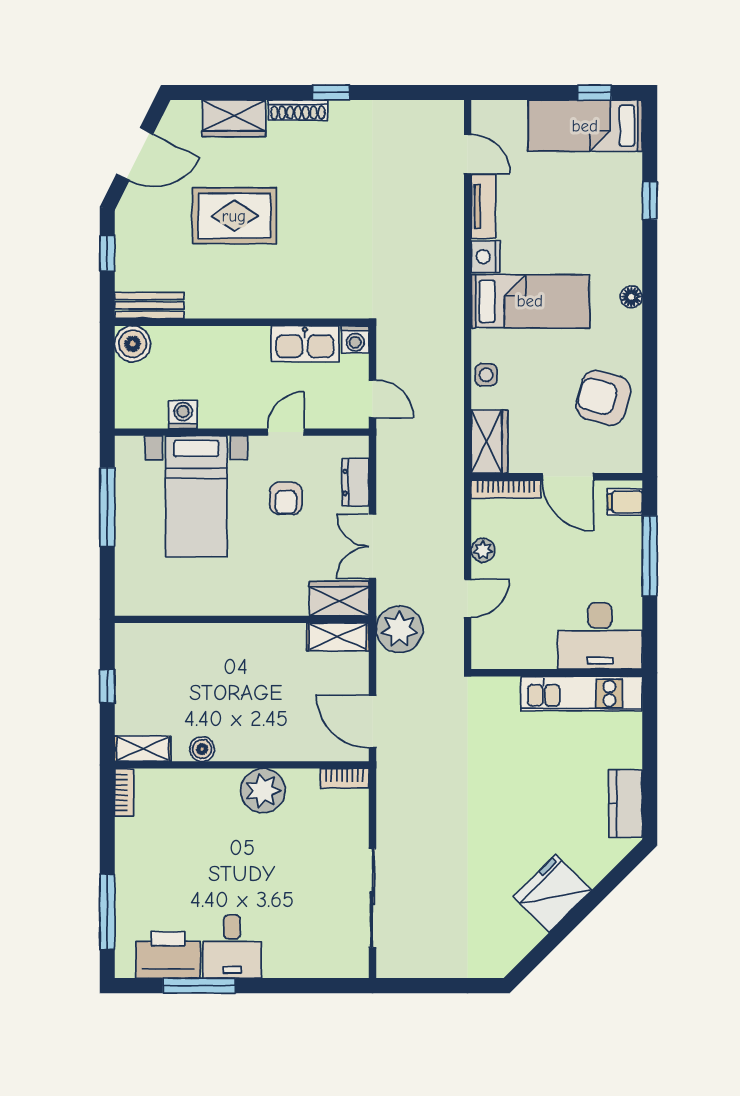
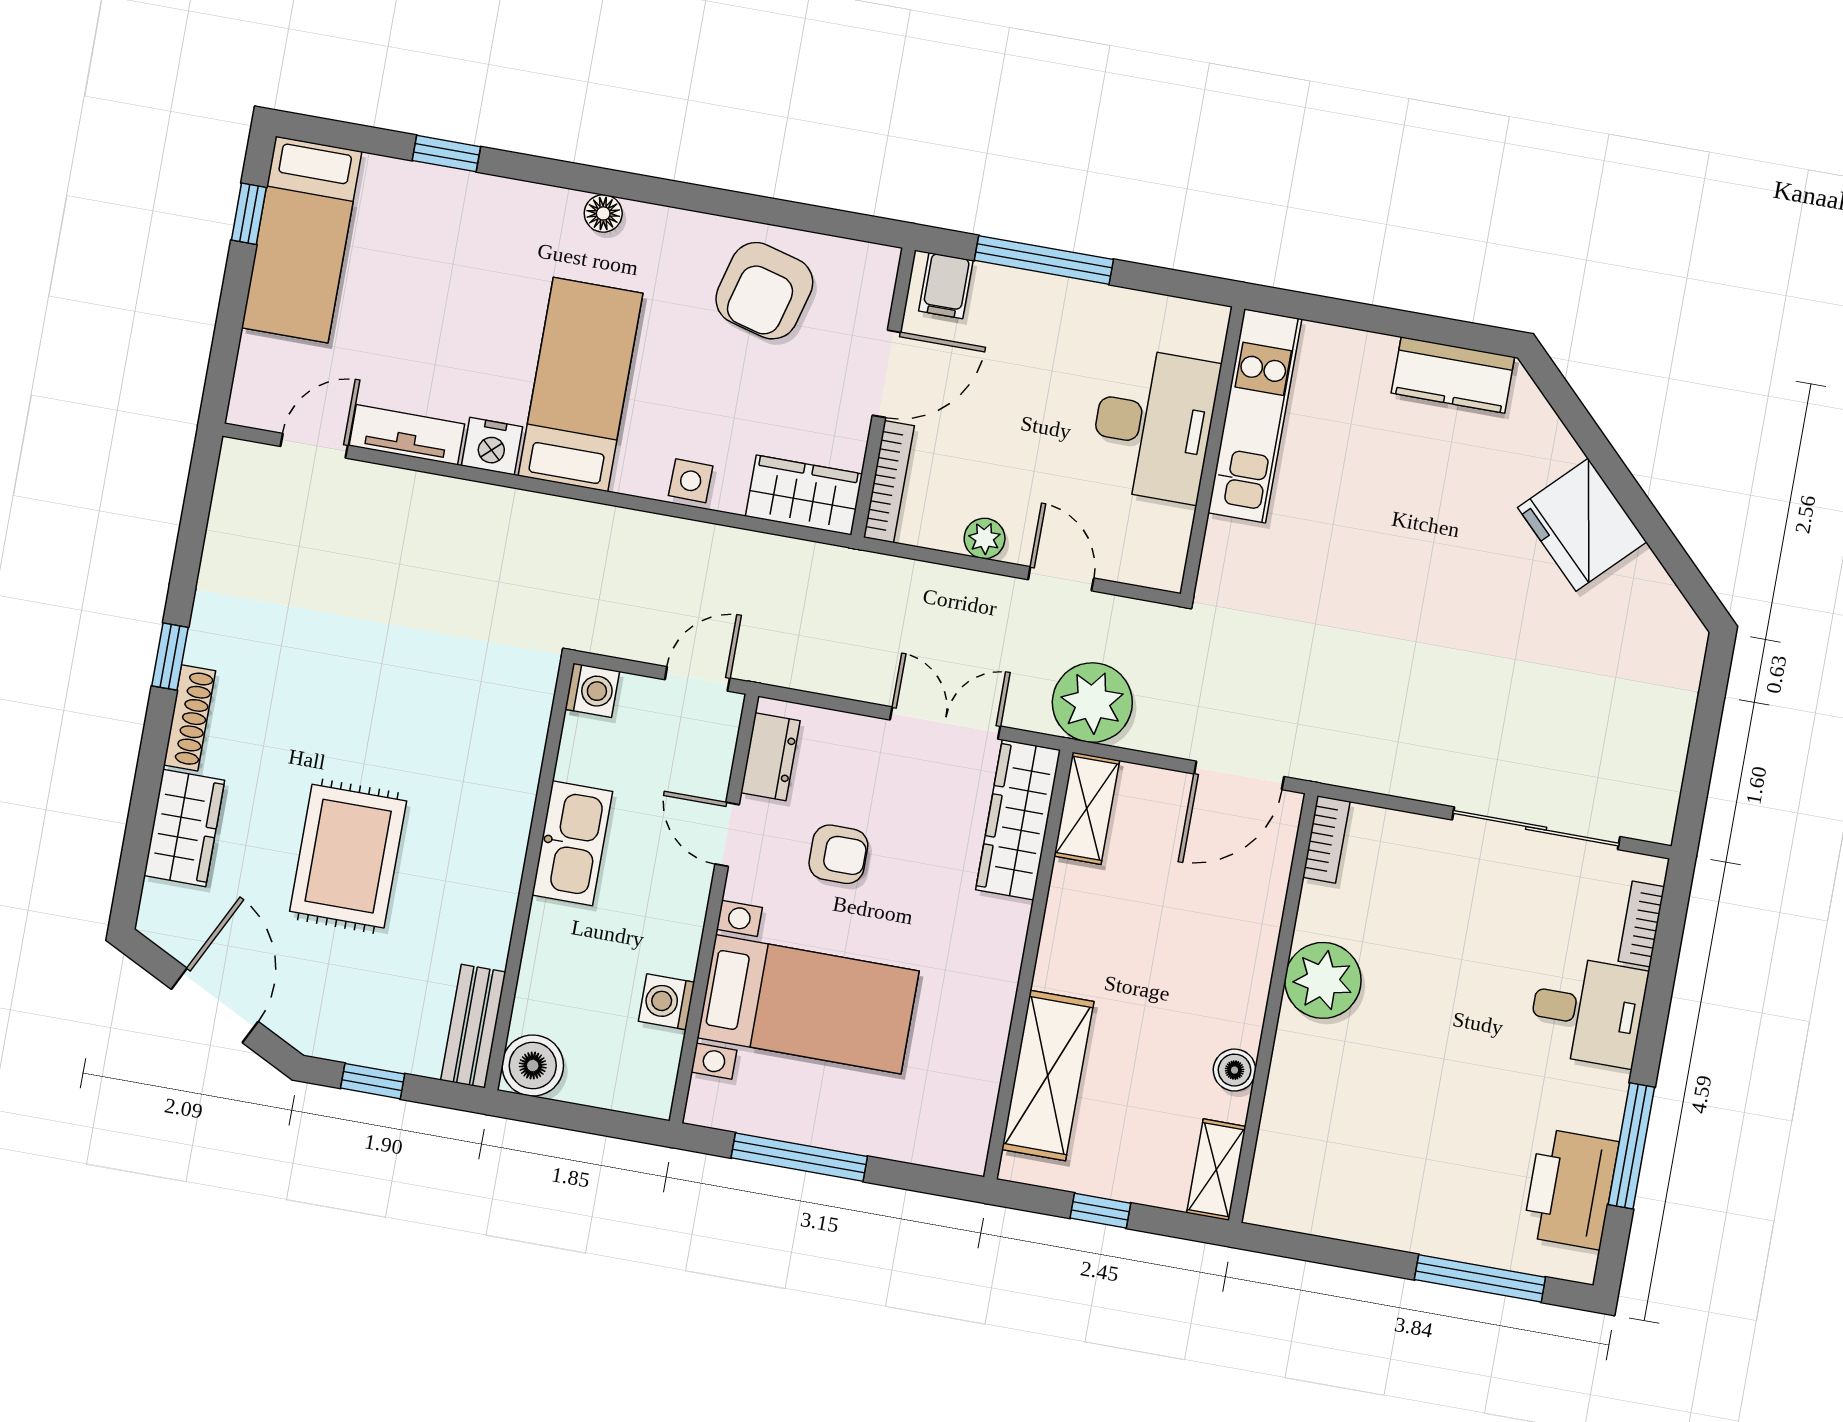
kitchen sink: (305, 344) -> (572, 843), moved
dresser: (356, 482) -> (770, 757), moved, turned -90
double door: (373, 546) -> (945, 723), swing flipped
wardrobe: (339, 598) -> (1018, 820), width x1.50
desk: (600, 636) -> (1153, 425), moved
shelving: (180, 642) -> (1048, 1076), added
bookcase: (124, 792) -> (1641, 924), moved, turned -90
desk: (232, 947) -> (1588, 1011), moved

